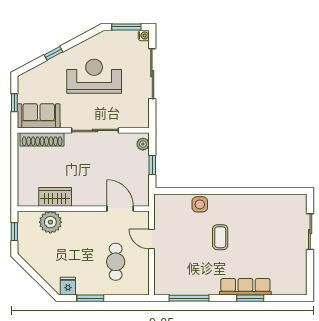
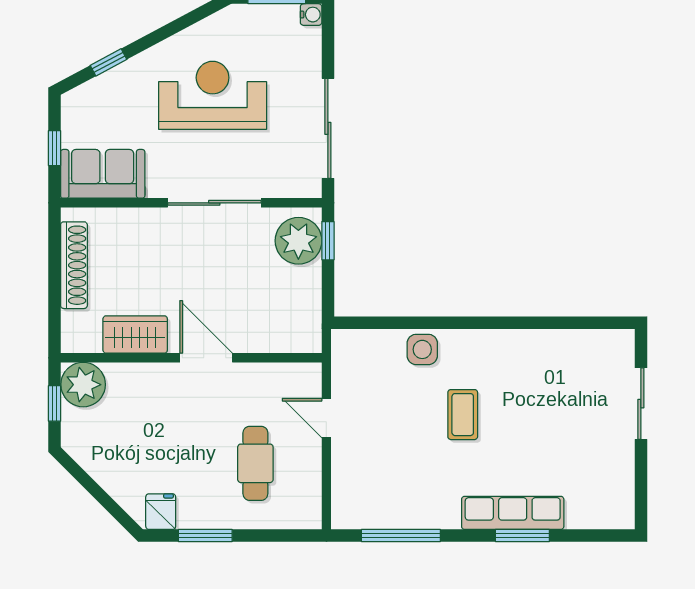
window: (53, 53) -> (109, 62), moved
sliding door: (152, 74) -> (328, 128), moved
shoe rack: (42, 139) -> (74, 265), moved, turned -90
plant: (143, 144) -> (298, 241), width x1.87, depth x1.87
window: (152, 165) -> (328, 241), moved
door: (120, 209) -> (206, 358), moved
plant: (50, 222) -> (83, 385), moved

